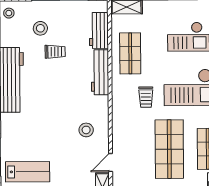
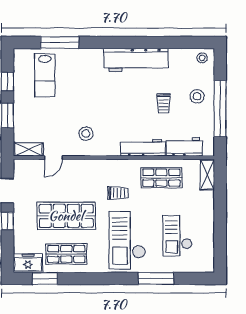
stool: (40, 28) -> (197, 96), moved
trolley: (146, 97) -> (118, 193), turned 180
door: (111, 163) -> (53, 158), swing flipped

